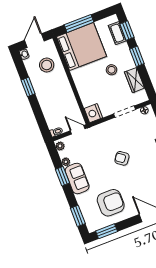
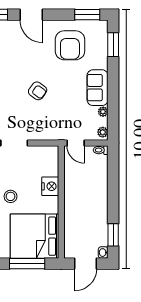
stool: (47, 65) -> (82, 230), removed
window: (28, 87) -> (113, 235), moved
nightstand: (93, 113) -> (50, 186), moved
window: (63, 176) -> (113, 97), removed
armchair: (111, 203) -> (70, 45), turned -90

